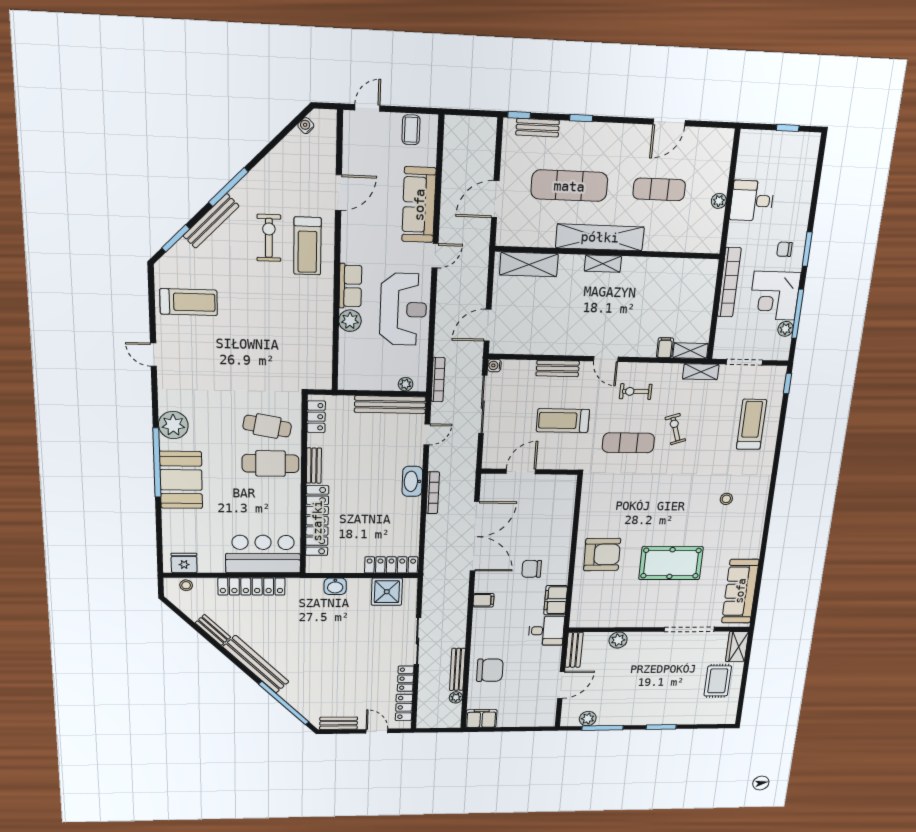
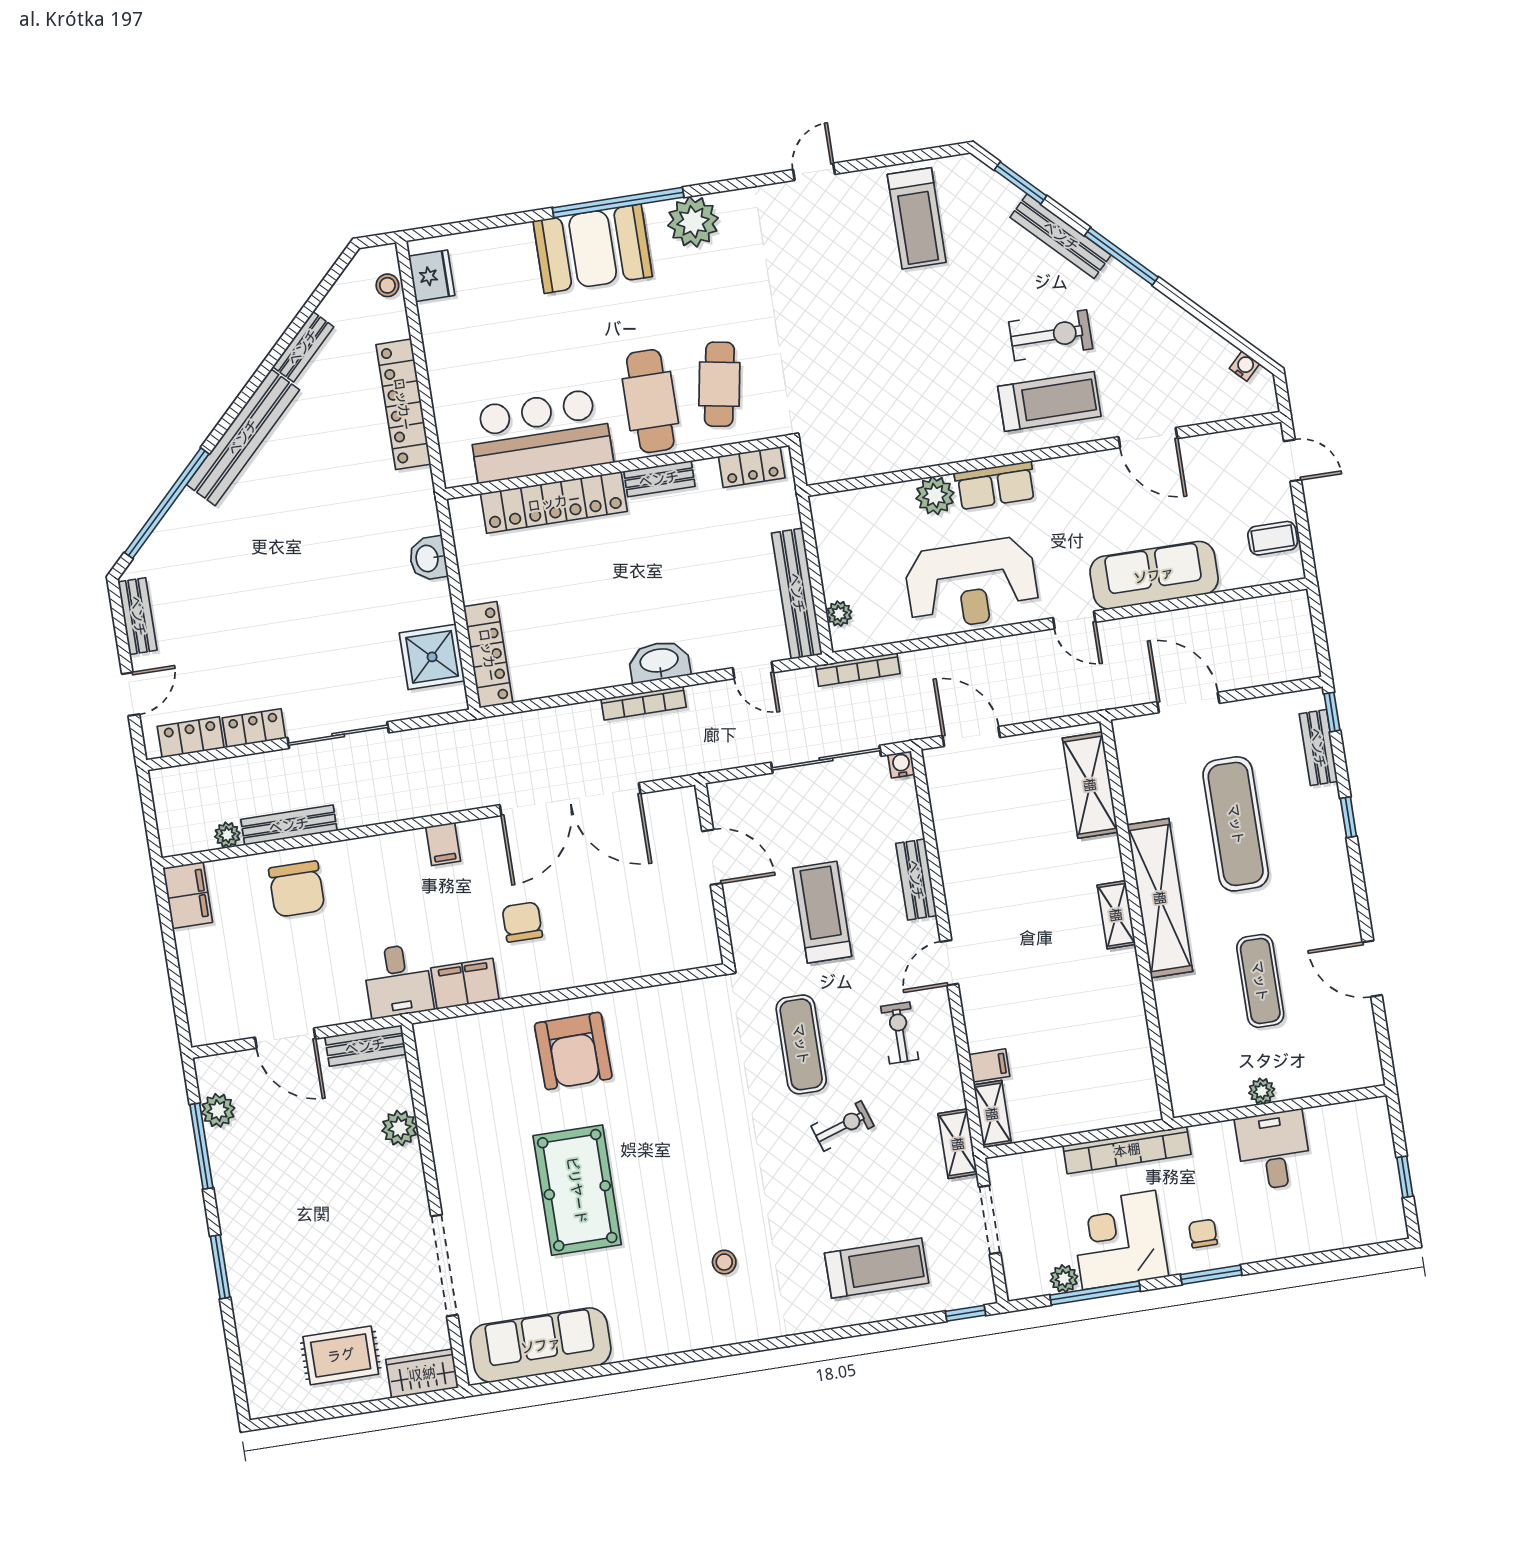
treadmill: (307, 246) -> (1049, 401), turned 180
bar counter: (263, 554) -> (540, 436), moved, turned -90

